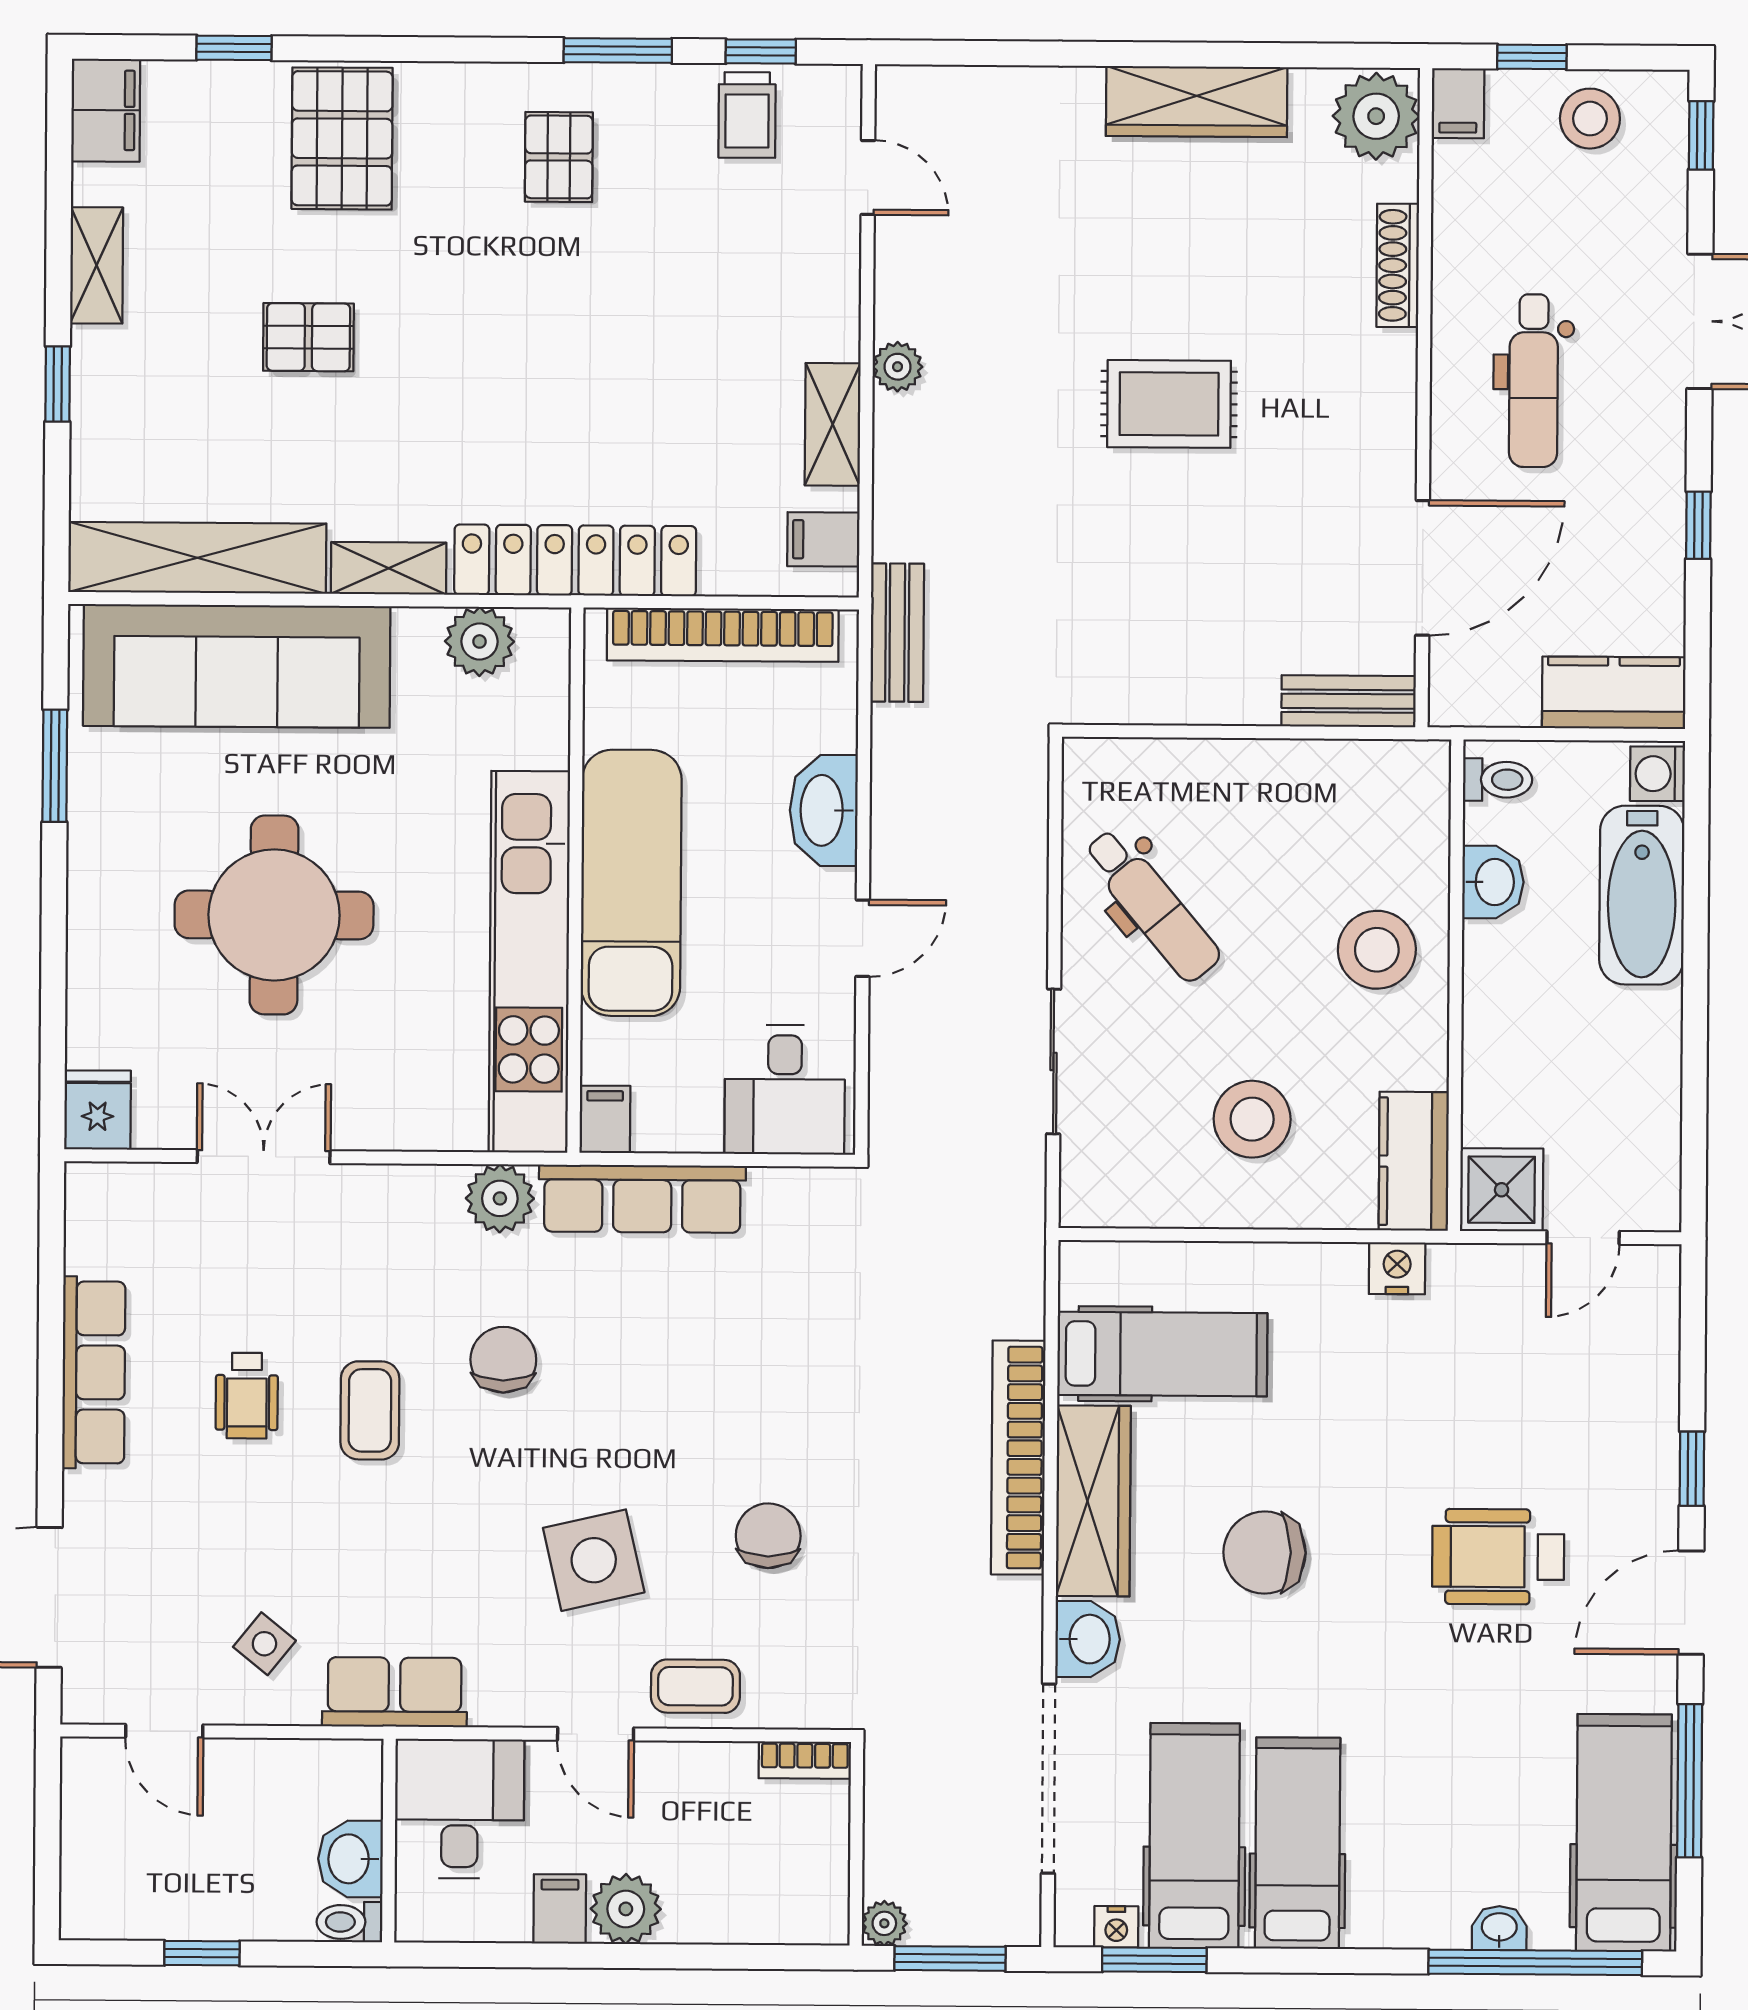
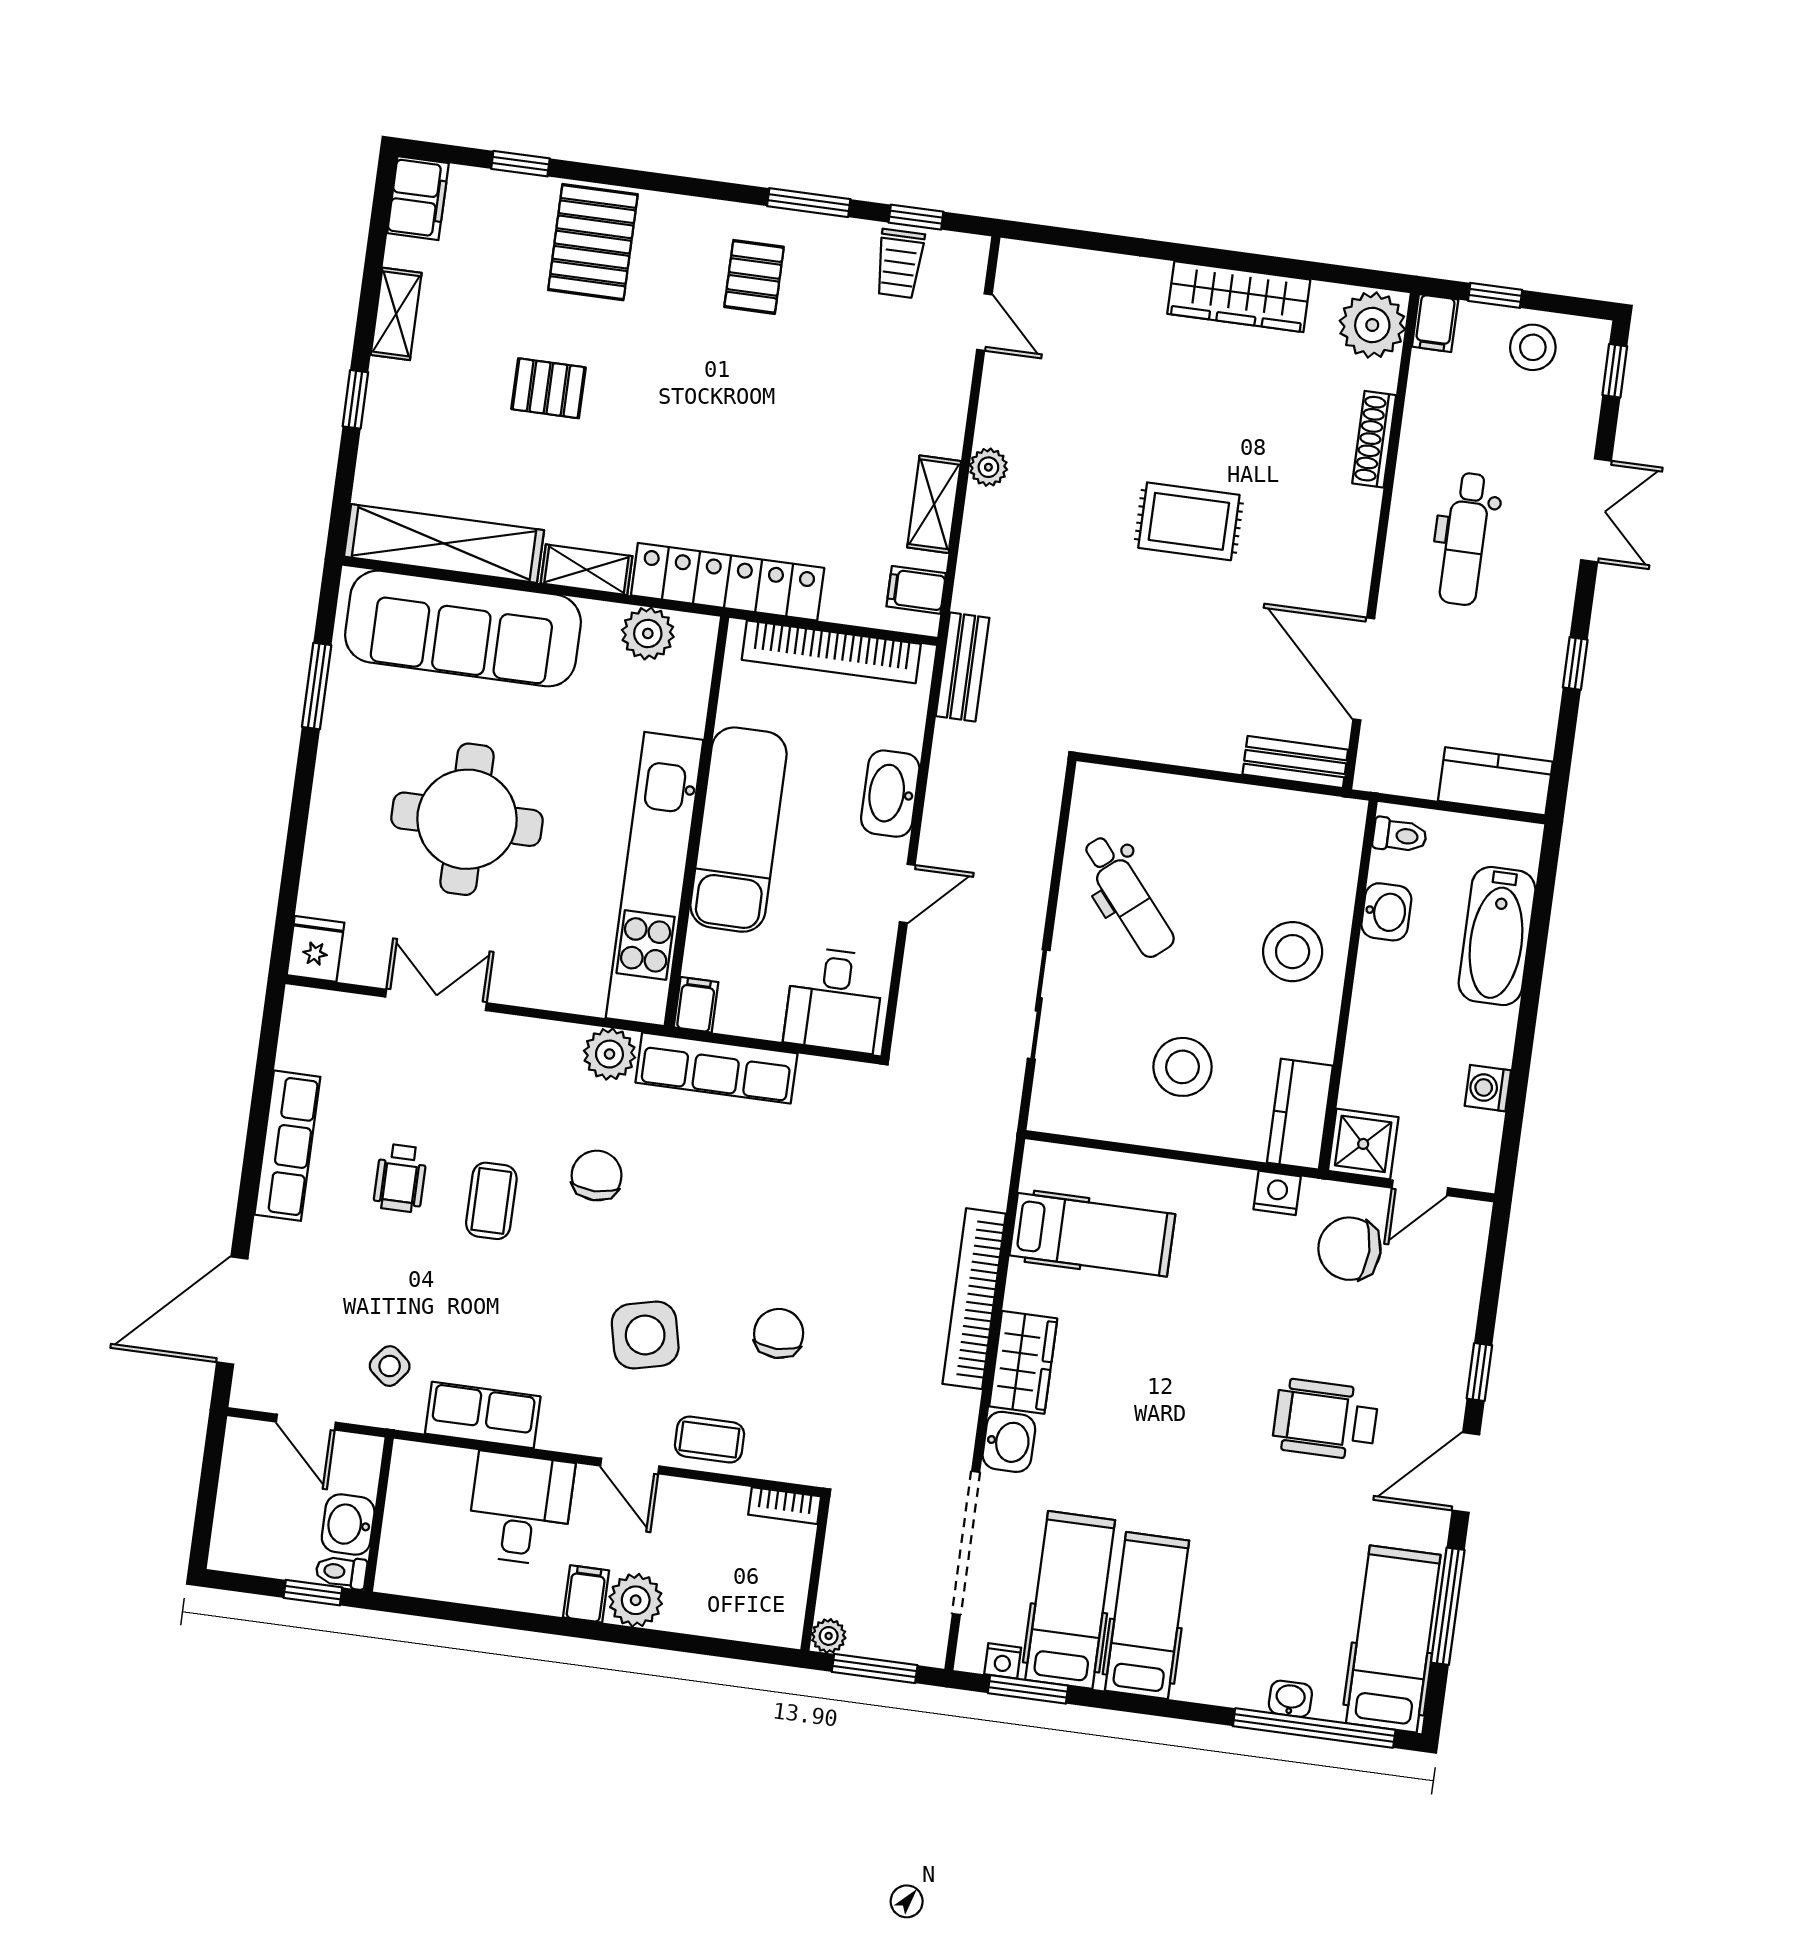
door: (1423, 568) -> (1364, 669), swing flipped
washing machine: (1657, 774) -> (1488, 1088), moved
wardrobe: (1093, 1501) -> (1023, 1362), width x0.67
chair: (1265, 1553) -> (1350, 1249), moved
wall: (389, 1841) -> (379, 1514), moved
washbasin: (350, 1859) -> (348, 1524), moved
toilet: (350, 1922) -> (341, 1572), moved

